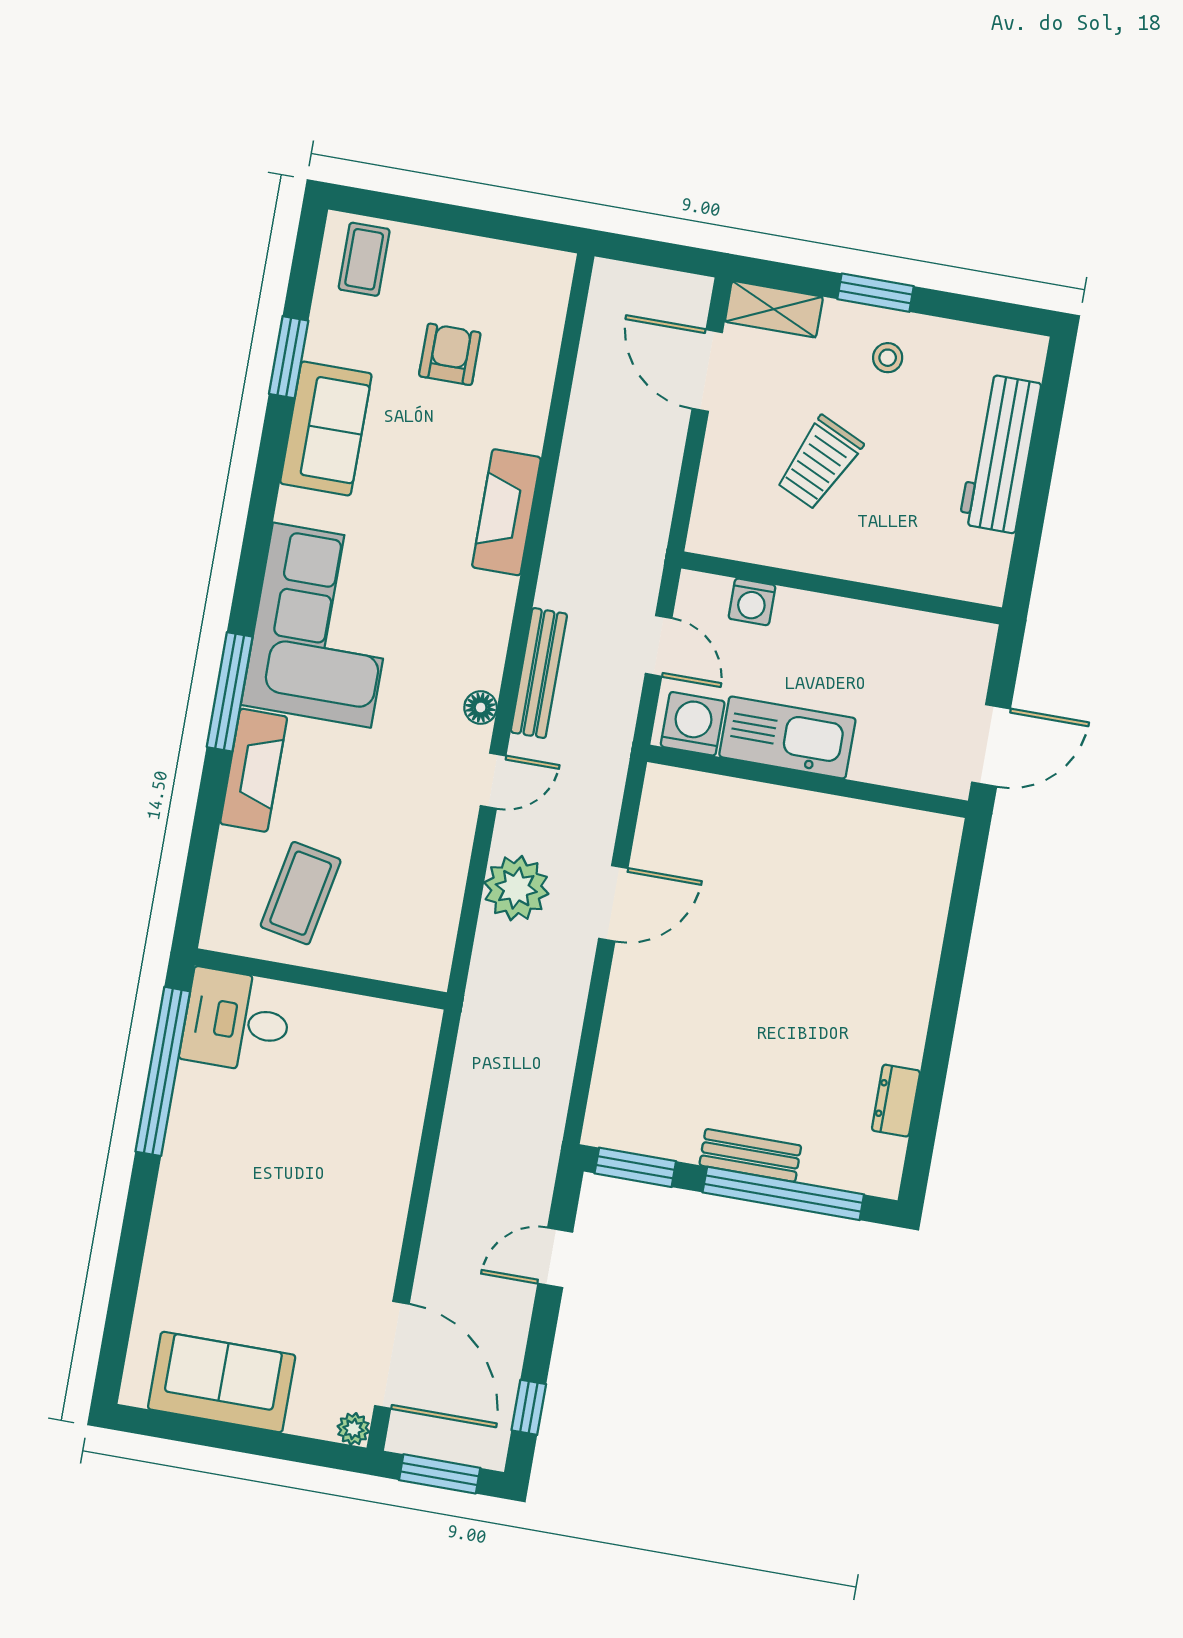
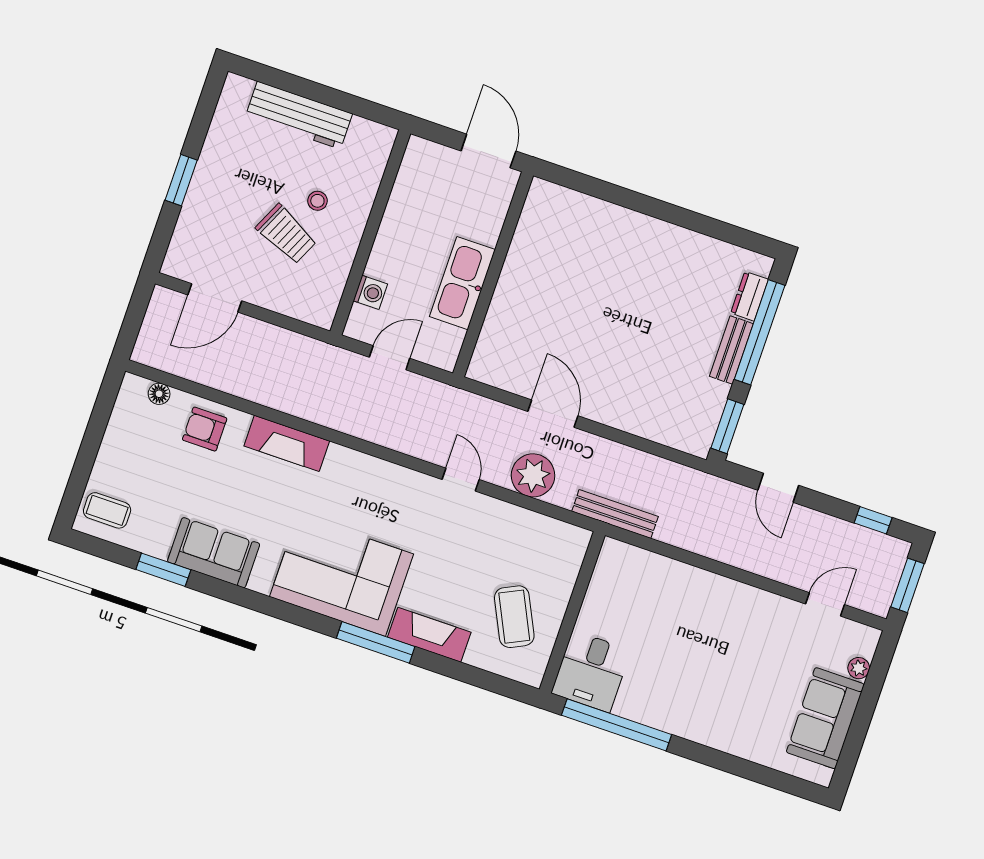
shelving: (774, 309) -> (182, 248), removed
armchair: (450, 354) -> (205, 429), moved
stool: (888, 358) -> (317, 201), moved
bench: (539, 673) -> (615, 514), moved
floor lamp: (481, 708) -> (159, 394), moved
washing machine: (693, 724) -> (444, 343), removed
coffee table: (301, 893) -> (514, 617), turned 53
dresser: (896, 1101) -> (750, 296), moved, turned 90
door: (392, 1355) -> (825, 604), width x0.53
plant: (353, 1429) -> (859, 668), moved

